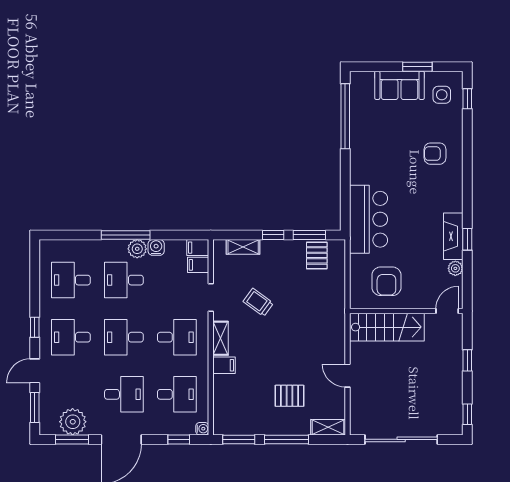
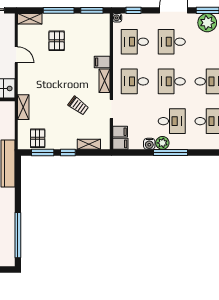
shelving: (337, 300) -> (23, 107), added
desk: (124, 337) -> (172, 81), turned 180
pallet: (289, 396) -> (57, 41), turned 90

